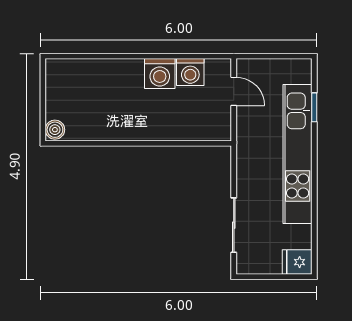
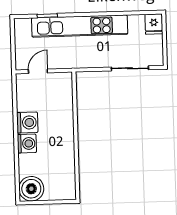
washing machine: (190, 72) -> (27, 144), moved
boiler: (55, 130) -> (31, 189), moved, width x1.86, depth x1.86

